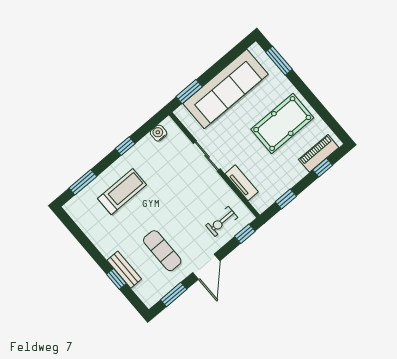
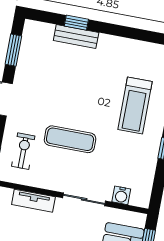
water cooler: (159, 133) -> (121, 195), moved, turned 90
exercise mat: (162, 251) -> (70, 139), moved

